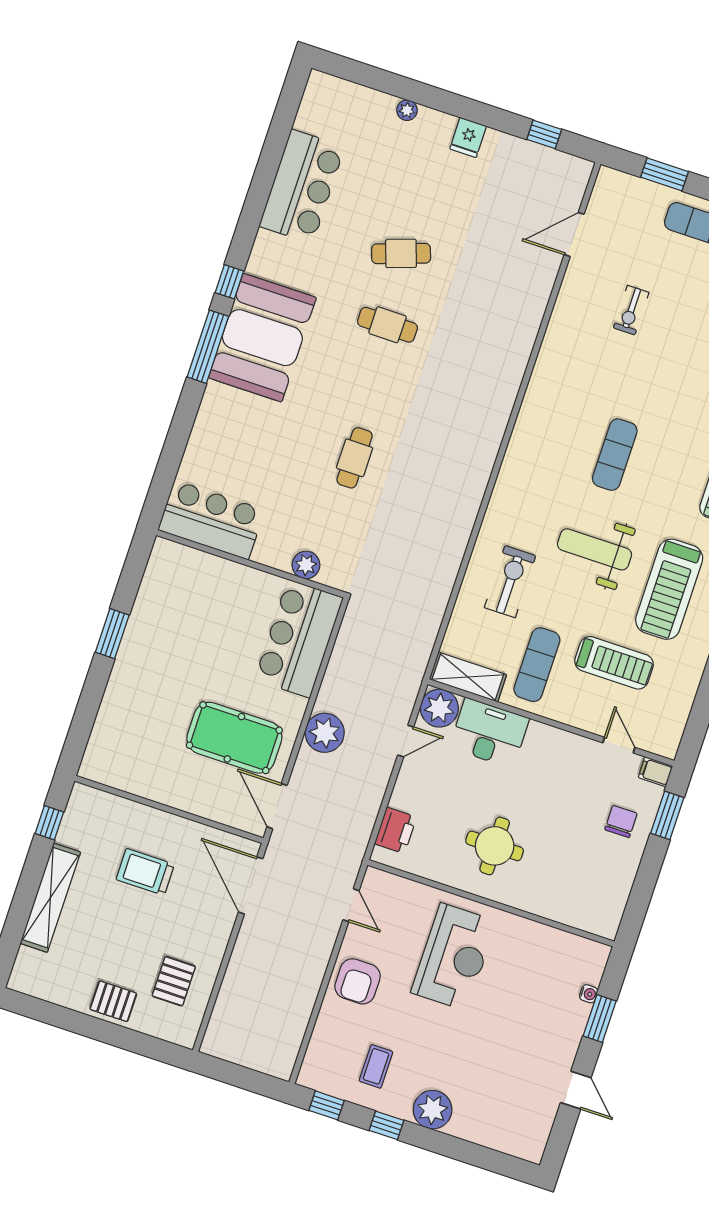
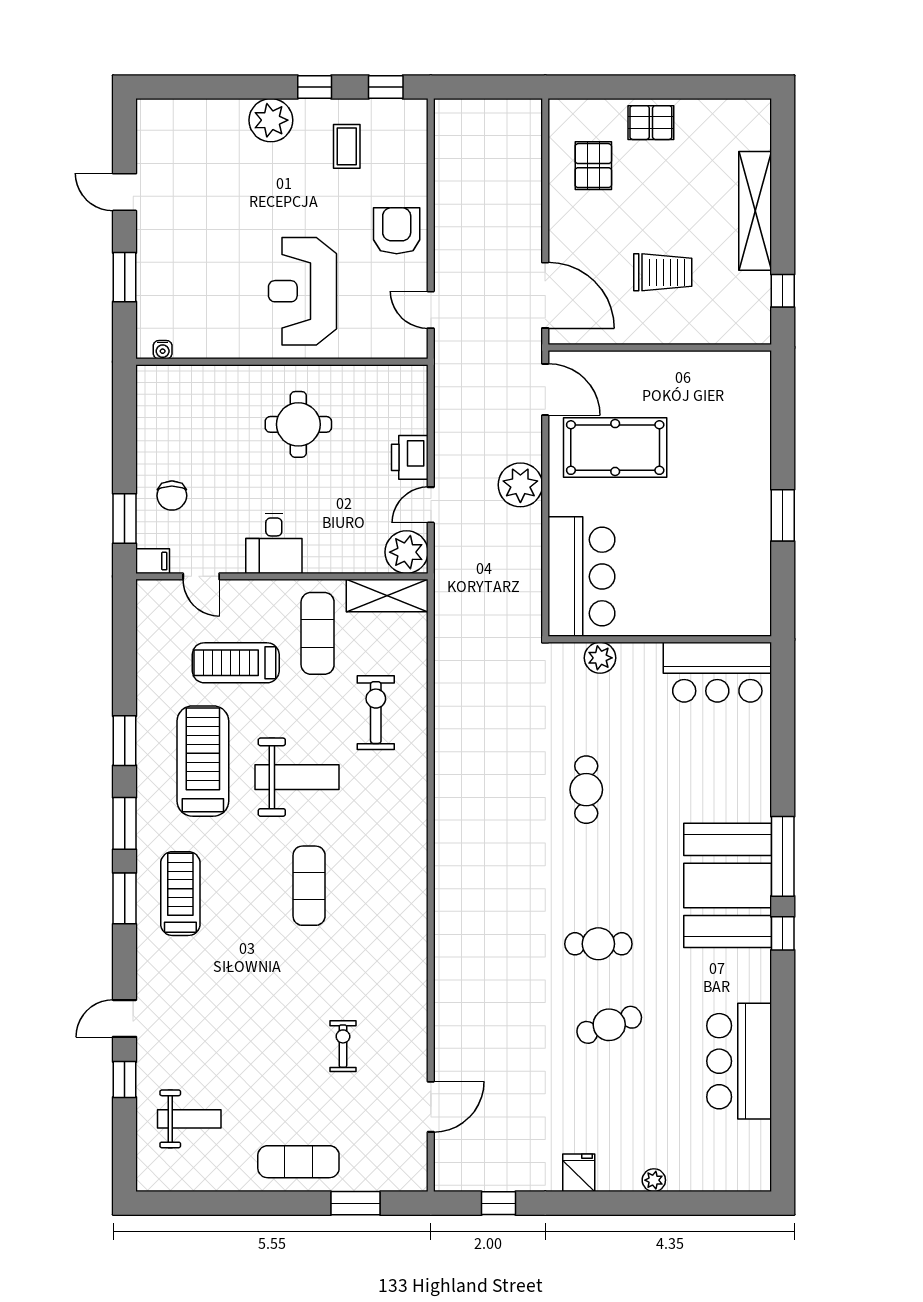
exercise bike: (510, 582) -> (376, 713), turned 180
desk: (489, 733) -> (274, 543), moved, width x0.73
printer: (396, 830) -> (410, 457), moved
water cooler: (589, 994) -> (163, 350), moved, turned -90

